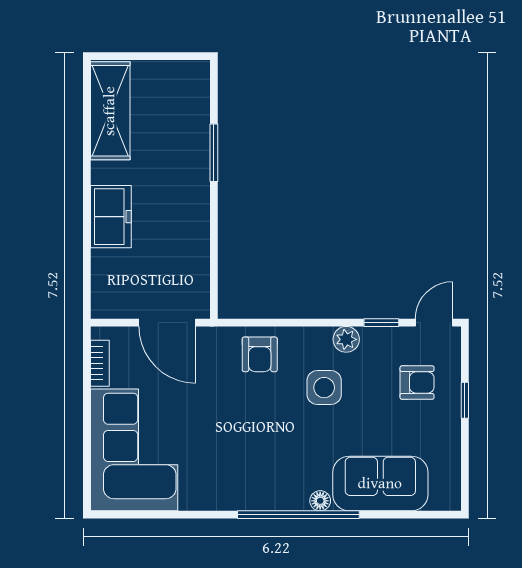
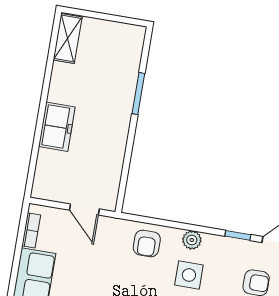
shelving: (110, 111) -> (68, 38), width x0.67, depth x0.75
door: (167, 323) -> (84, 209), width x0.73
plant: (346, 339) -> (192, 240), moved

